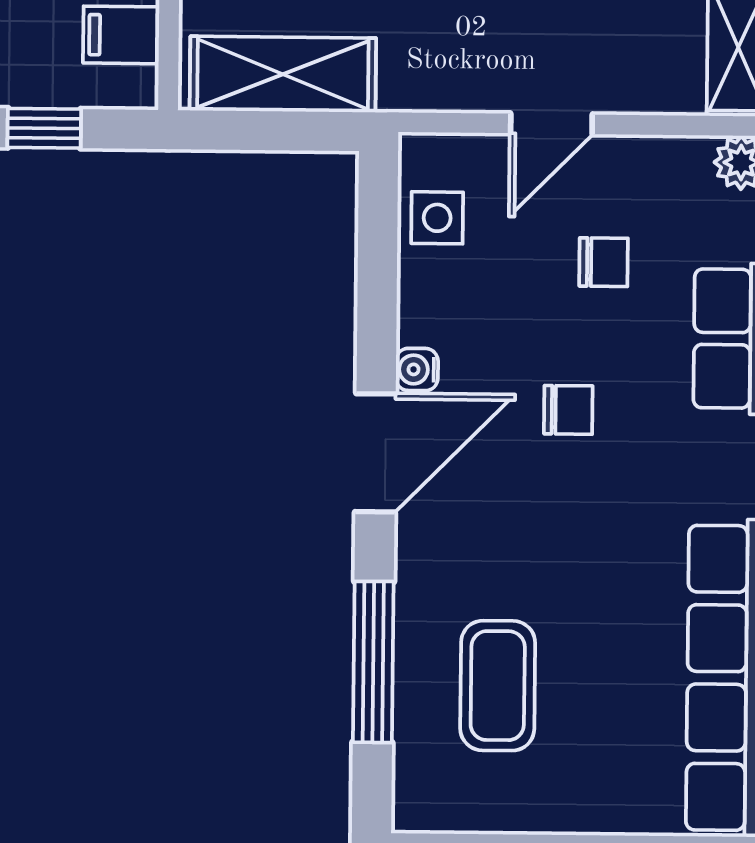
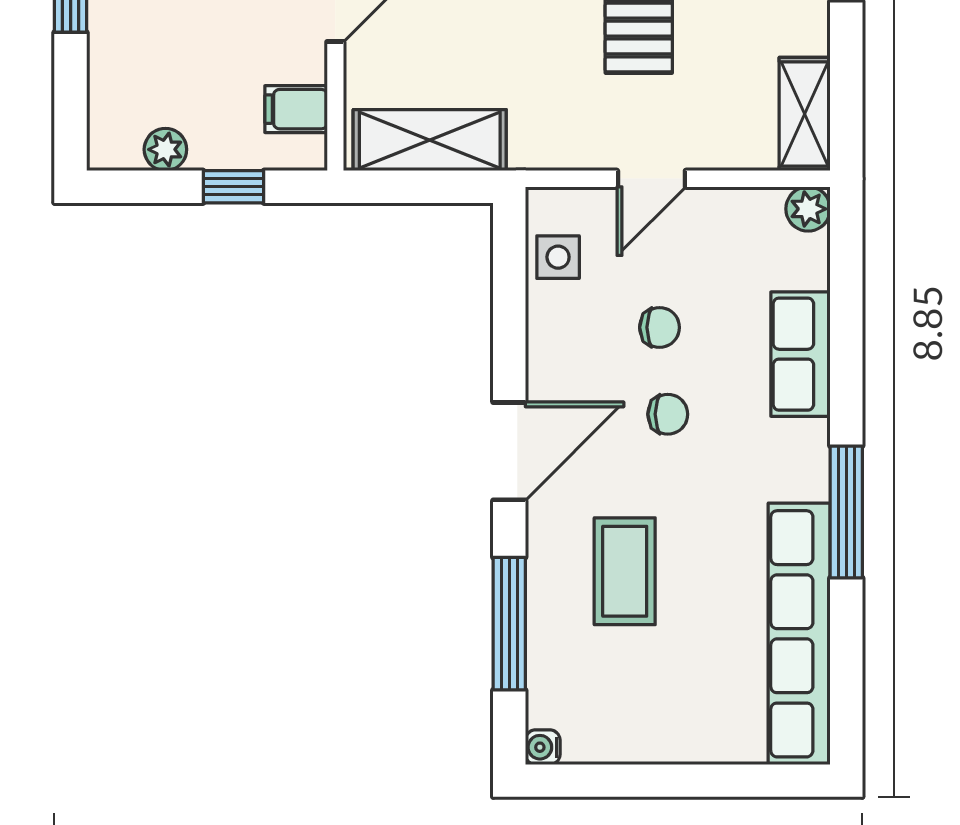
chair: (604, 262) -> (660, 327), moved
water cooler: (417, 369) -> (543, 747), moved
coffee table: (498, 686) -> (625, 571), moved

